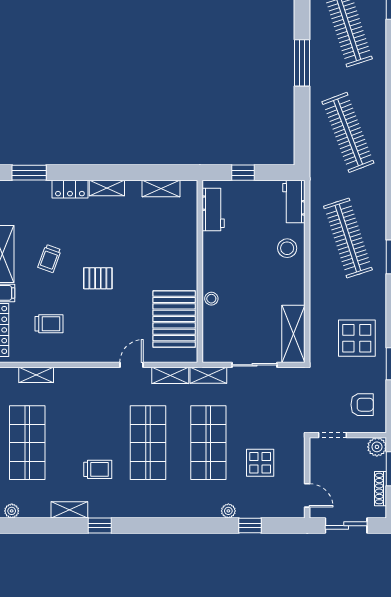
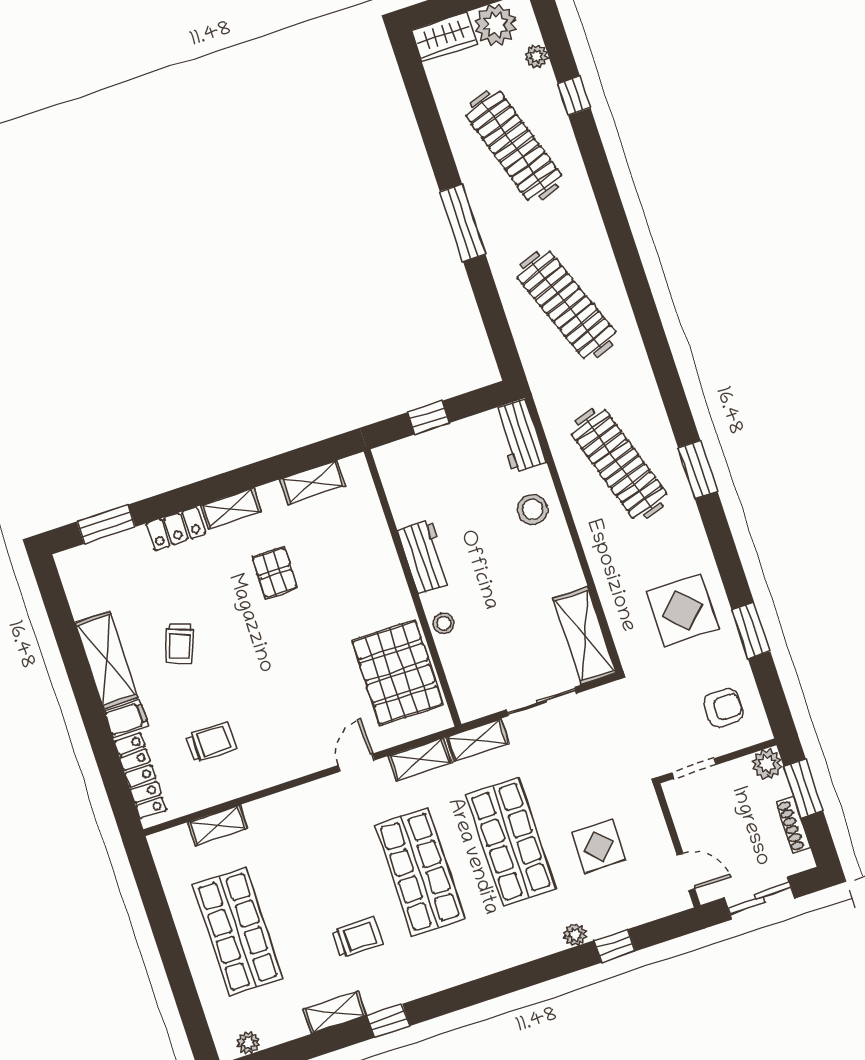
workbench: (213, 210) -> (424, 557), moved
pallet: (98, 278) -> (275, 572), moved, turned 90

